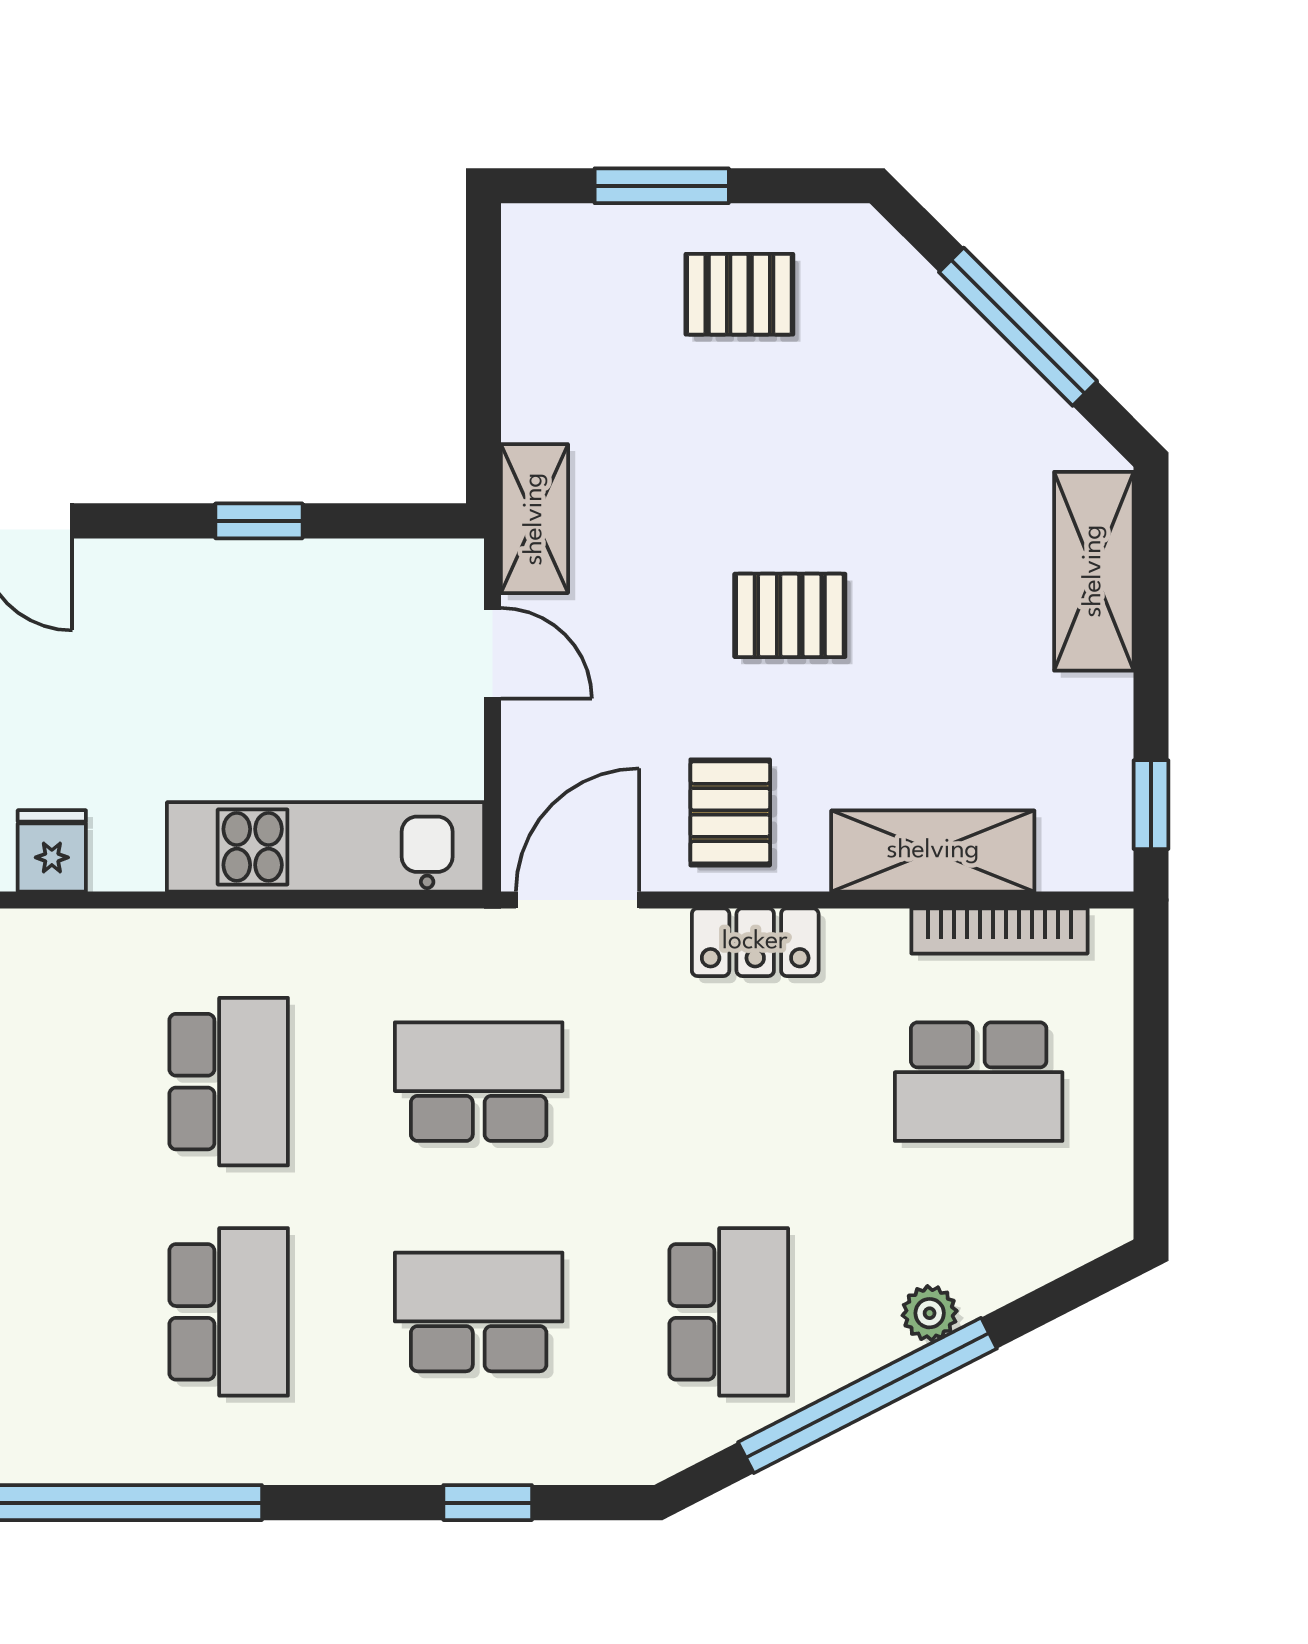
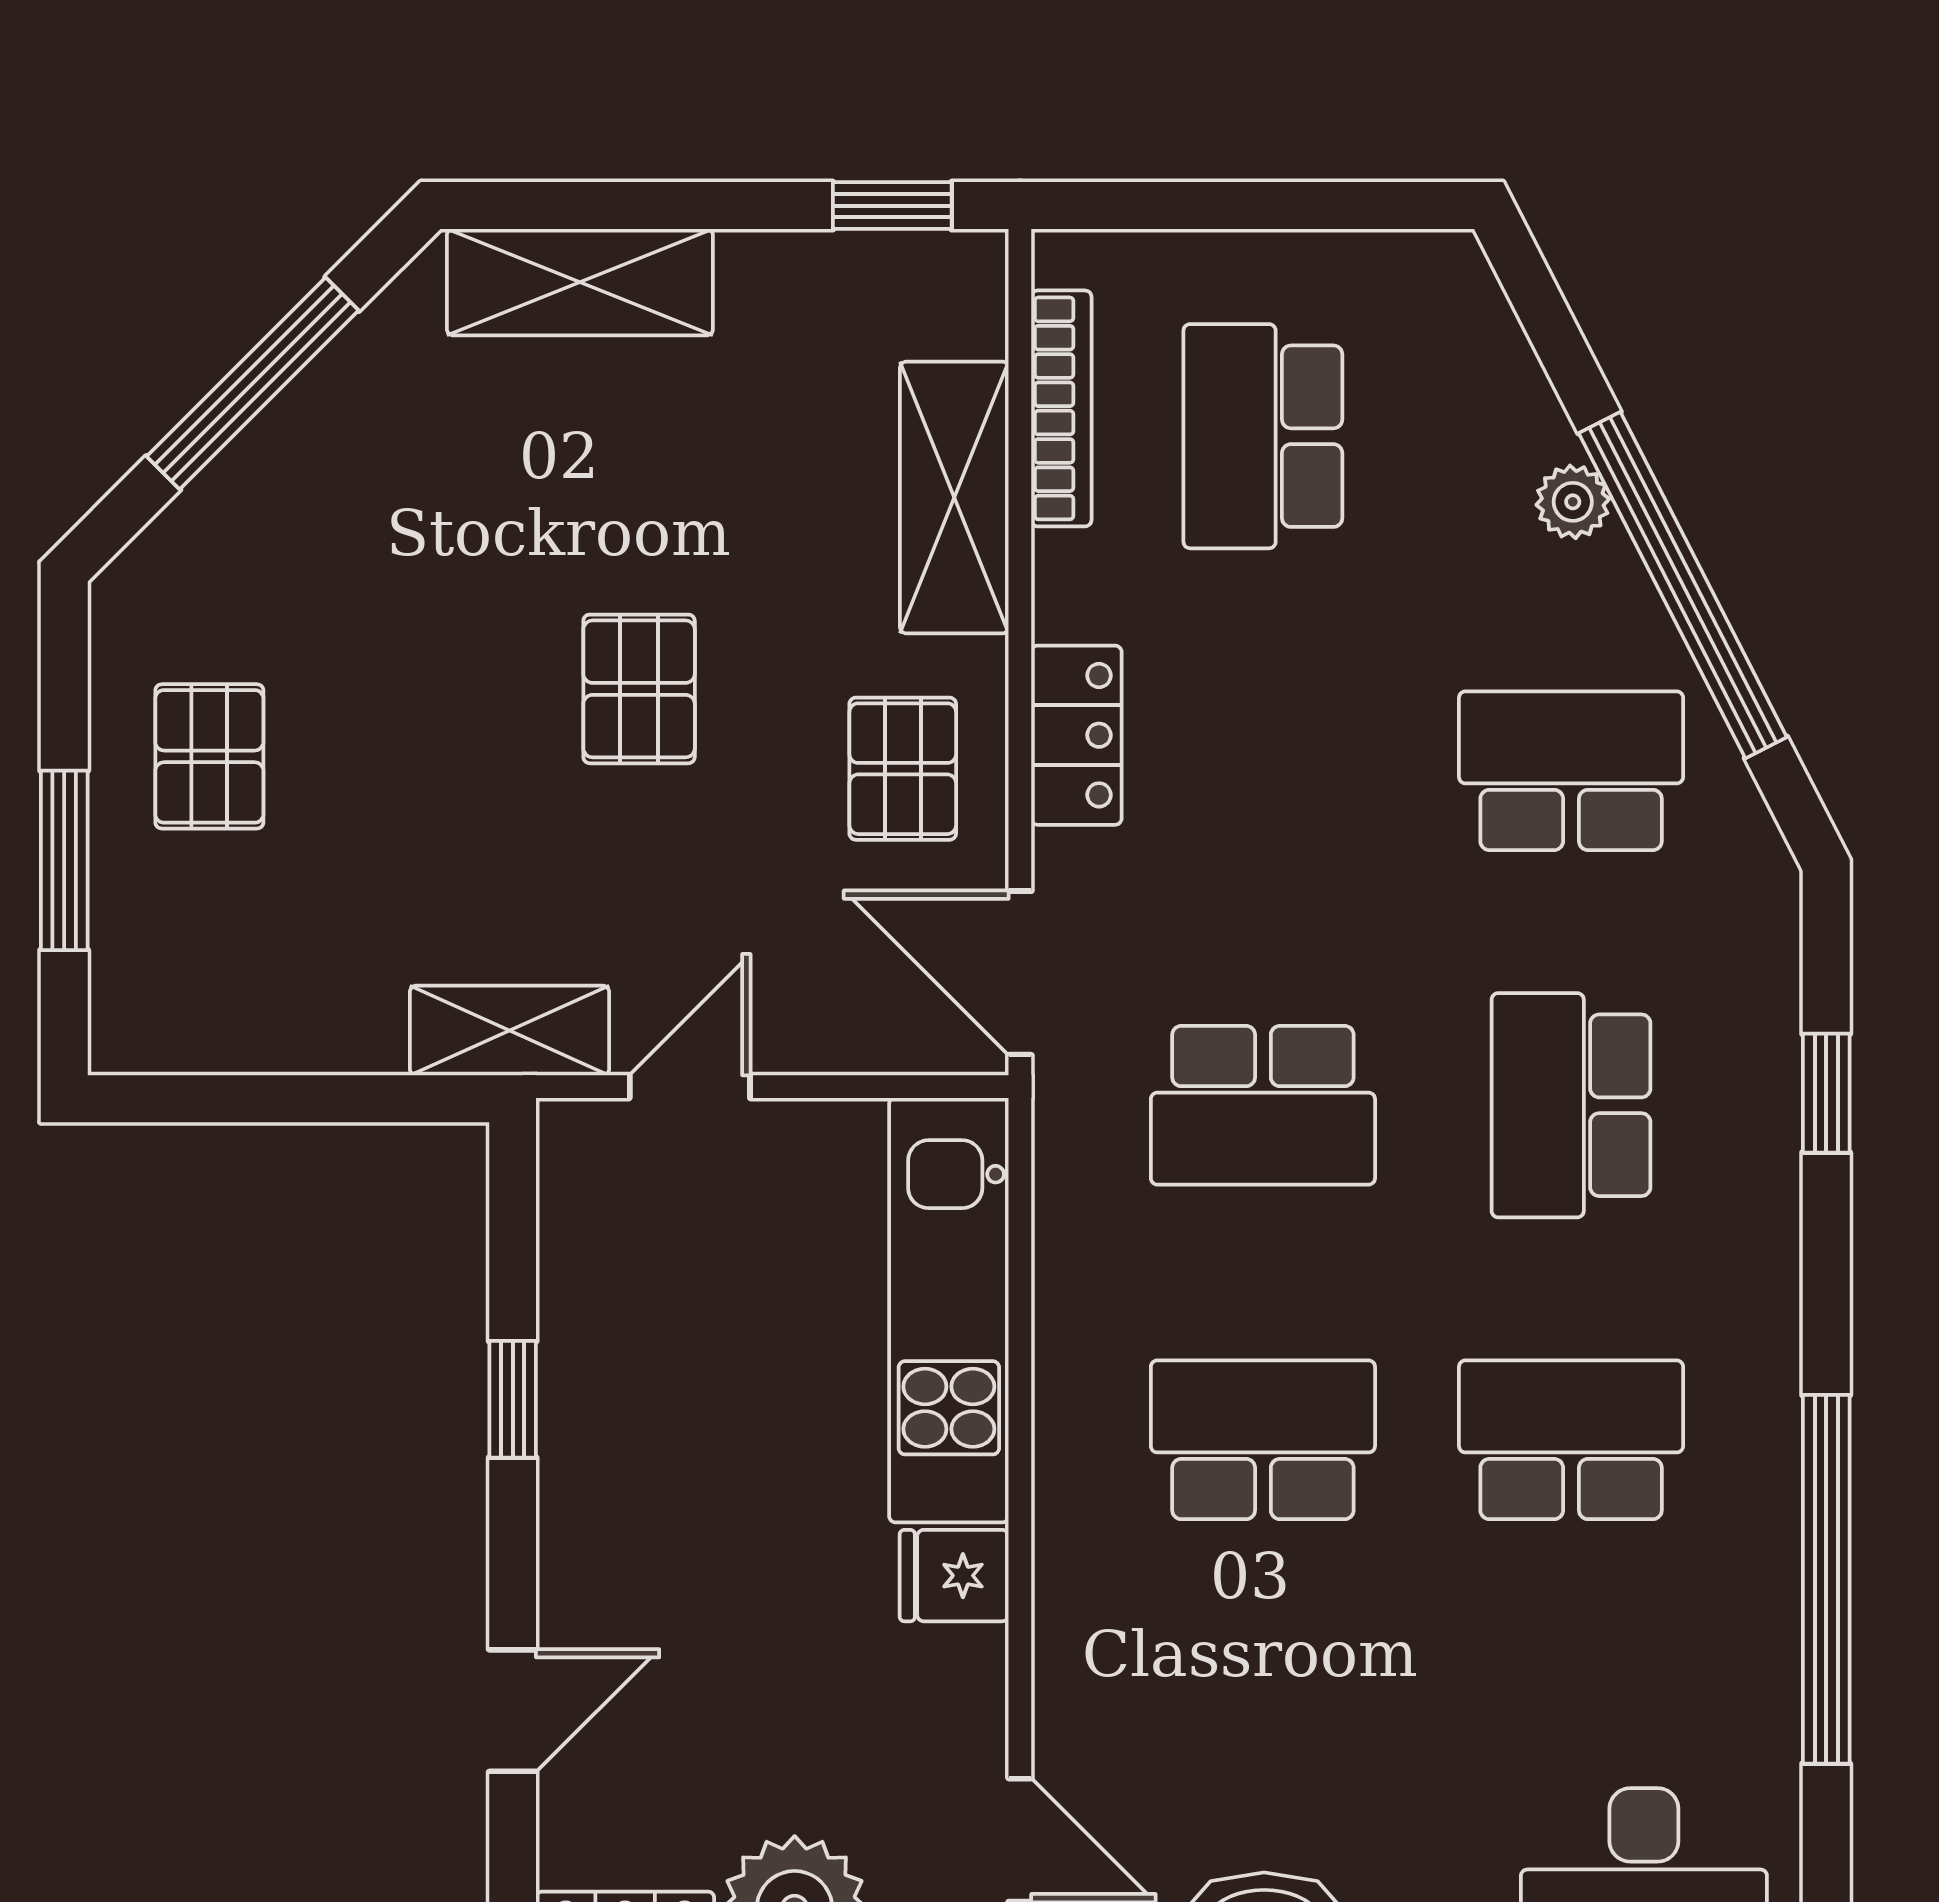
pallet: (730, 812) -> (903, 769), turned 90
fridge: (52, 851) -> (954, 1576), moved
school desk: (479, 1082) -> (1263, 1105), turned -90
school desk: (979, 1082) -> (1263, 436), turned 180

